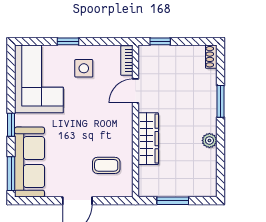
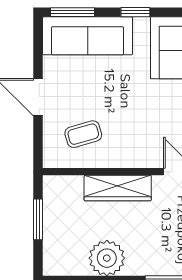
plant: (209, 140) -> (107, 258), width x1.88, depth x1.88
coffee table: (106, 165) -> (83, 134), turned 74

